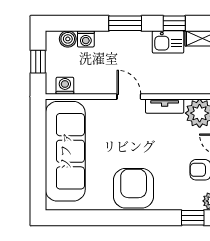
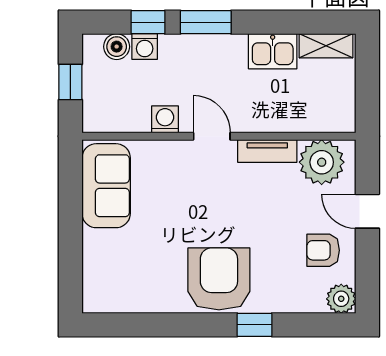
window: (174, 23) -> (148, 22), moved
washing machine: (65, 86) -> (165, 119), moved
sofa: (65, 151) -> (106, 186), width x0.54, depth x0.79
window: (193, 218) -> (255, 325), moved

